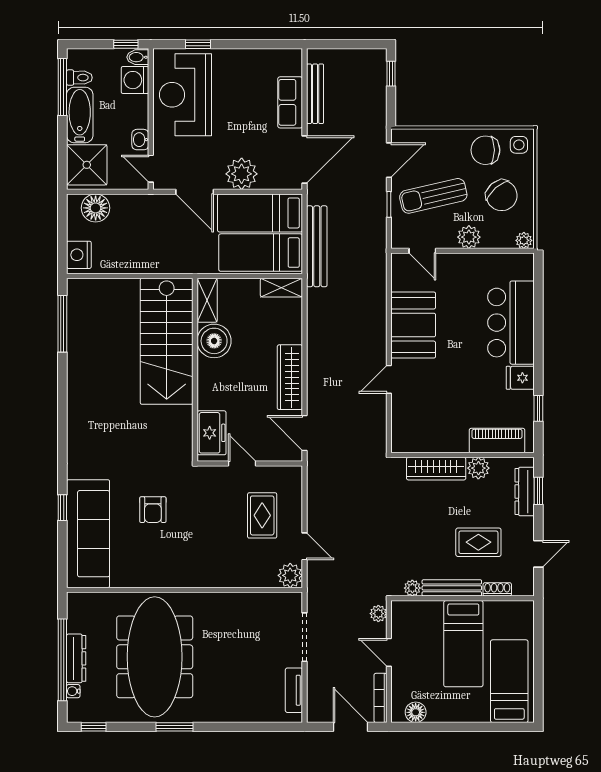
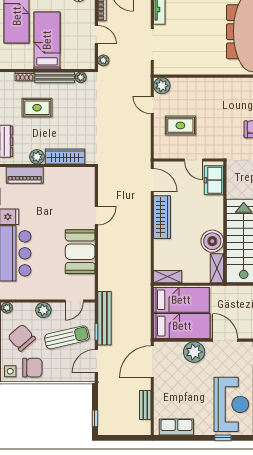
bench: (315, 94) -> (145, 405), width x0.73
row of seats: (290, 102) -> (176, 427), moved, turned -90
bench: (317, 246) -> (104, 318), moved
door: (422, 251) -> (74, 301), swing flipped
rug: (262, 515) -> (180, 125), turned 90

